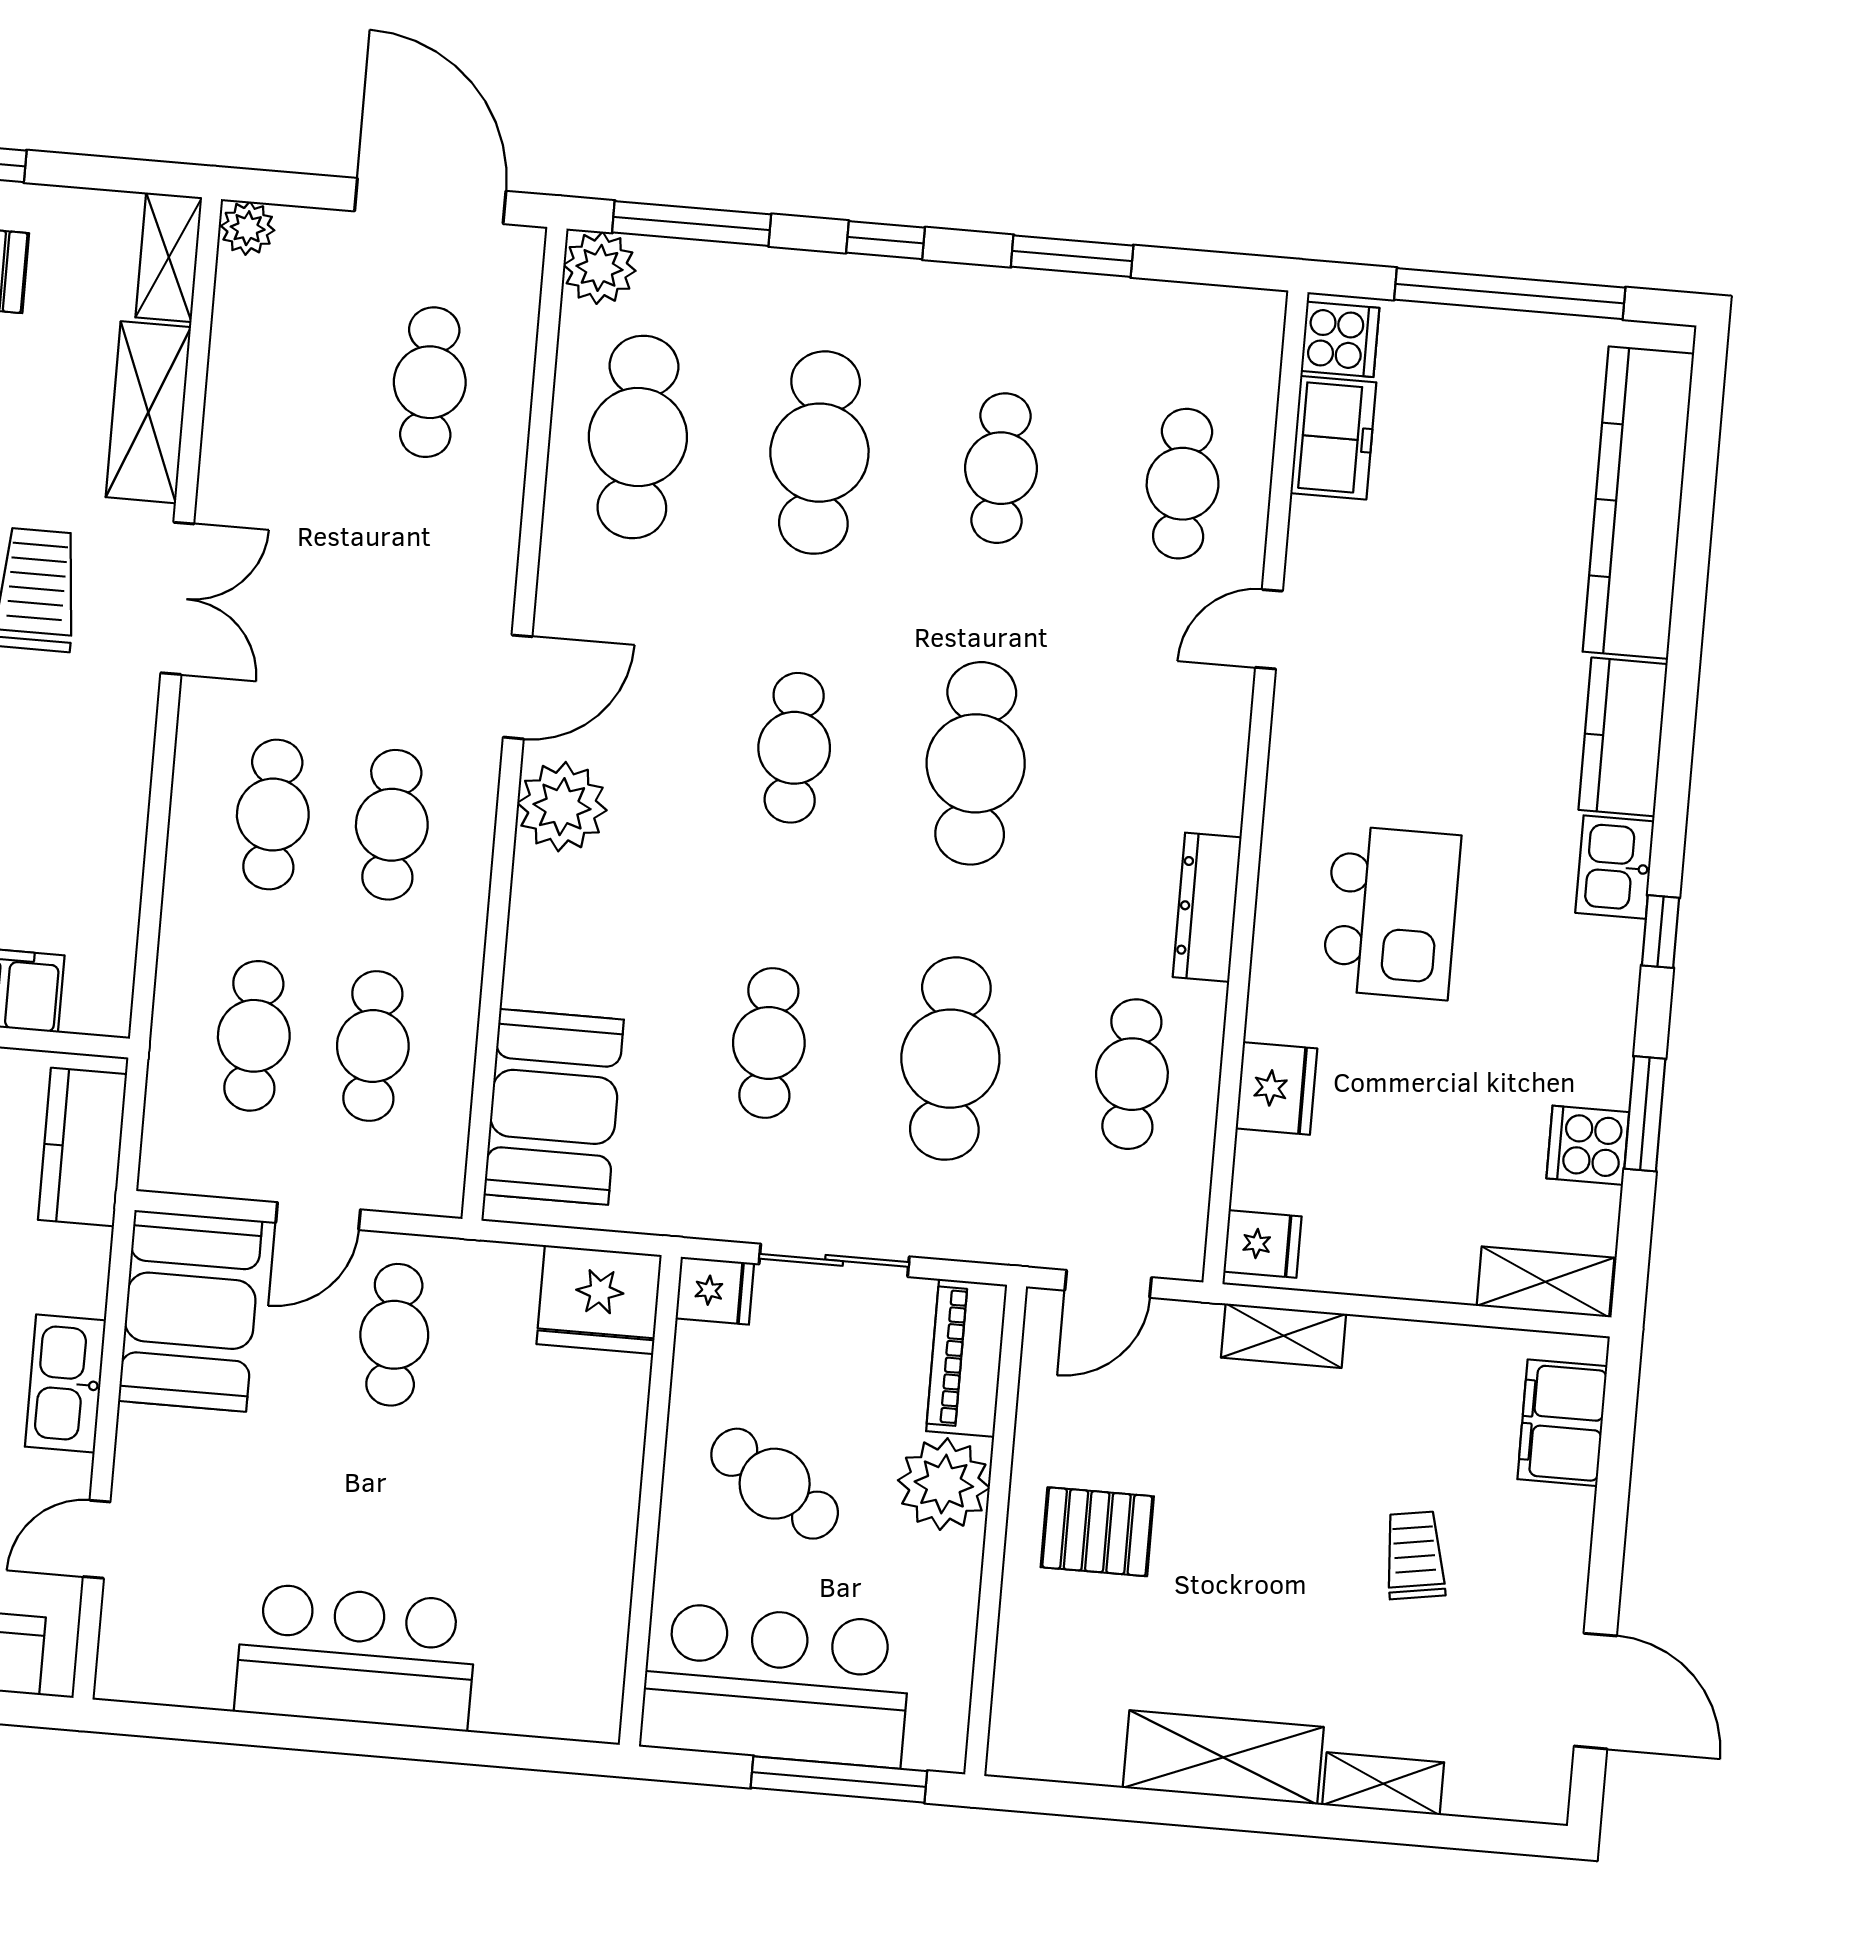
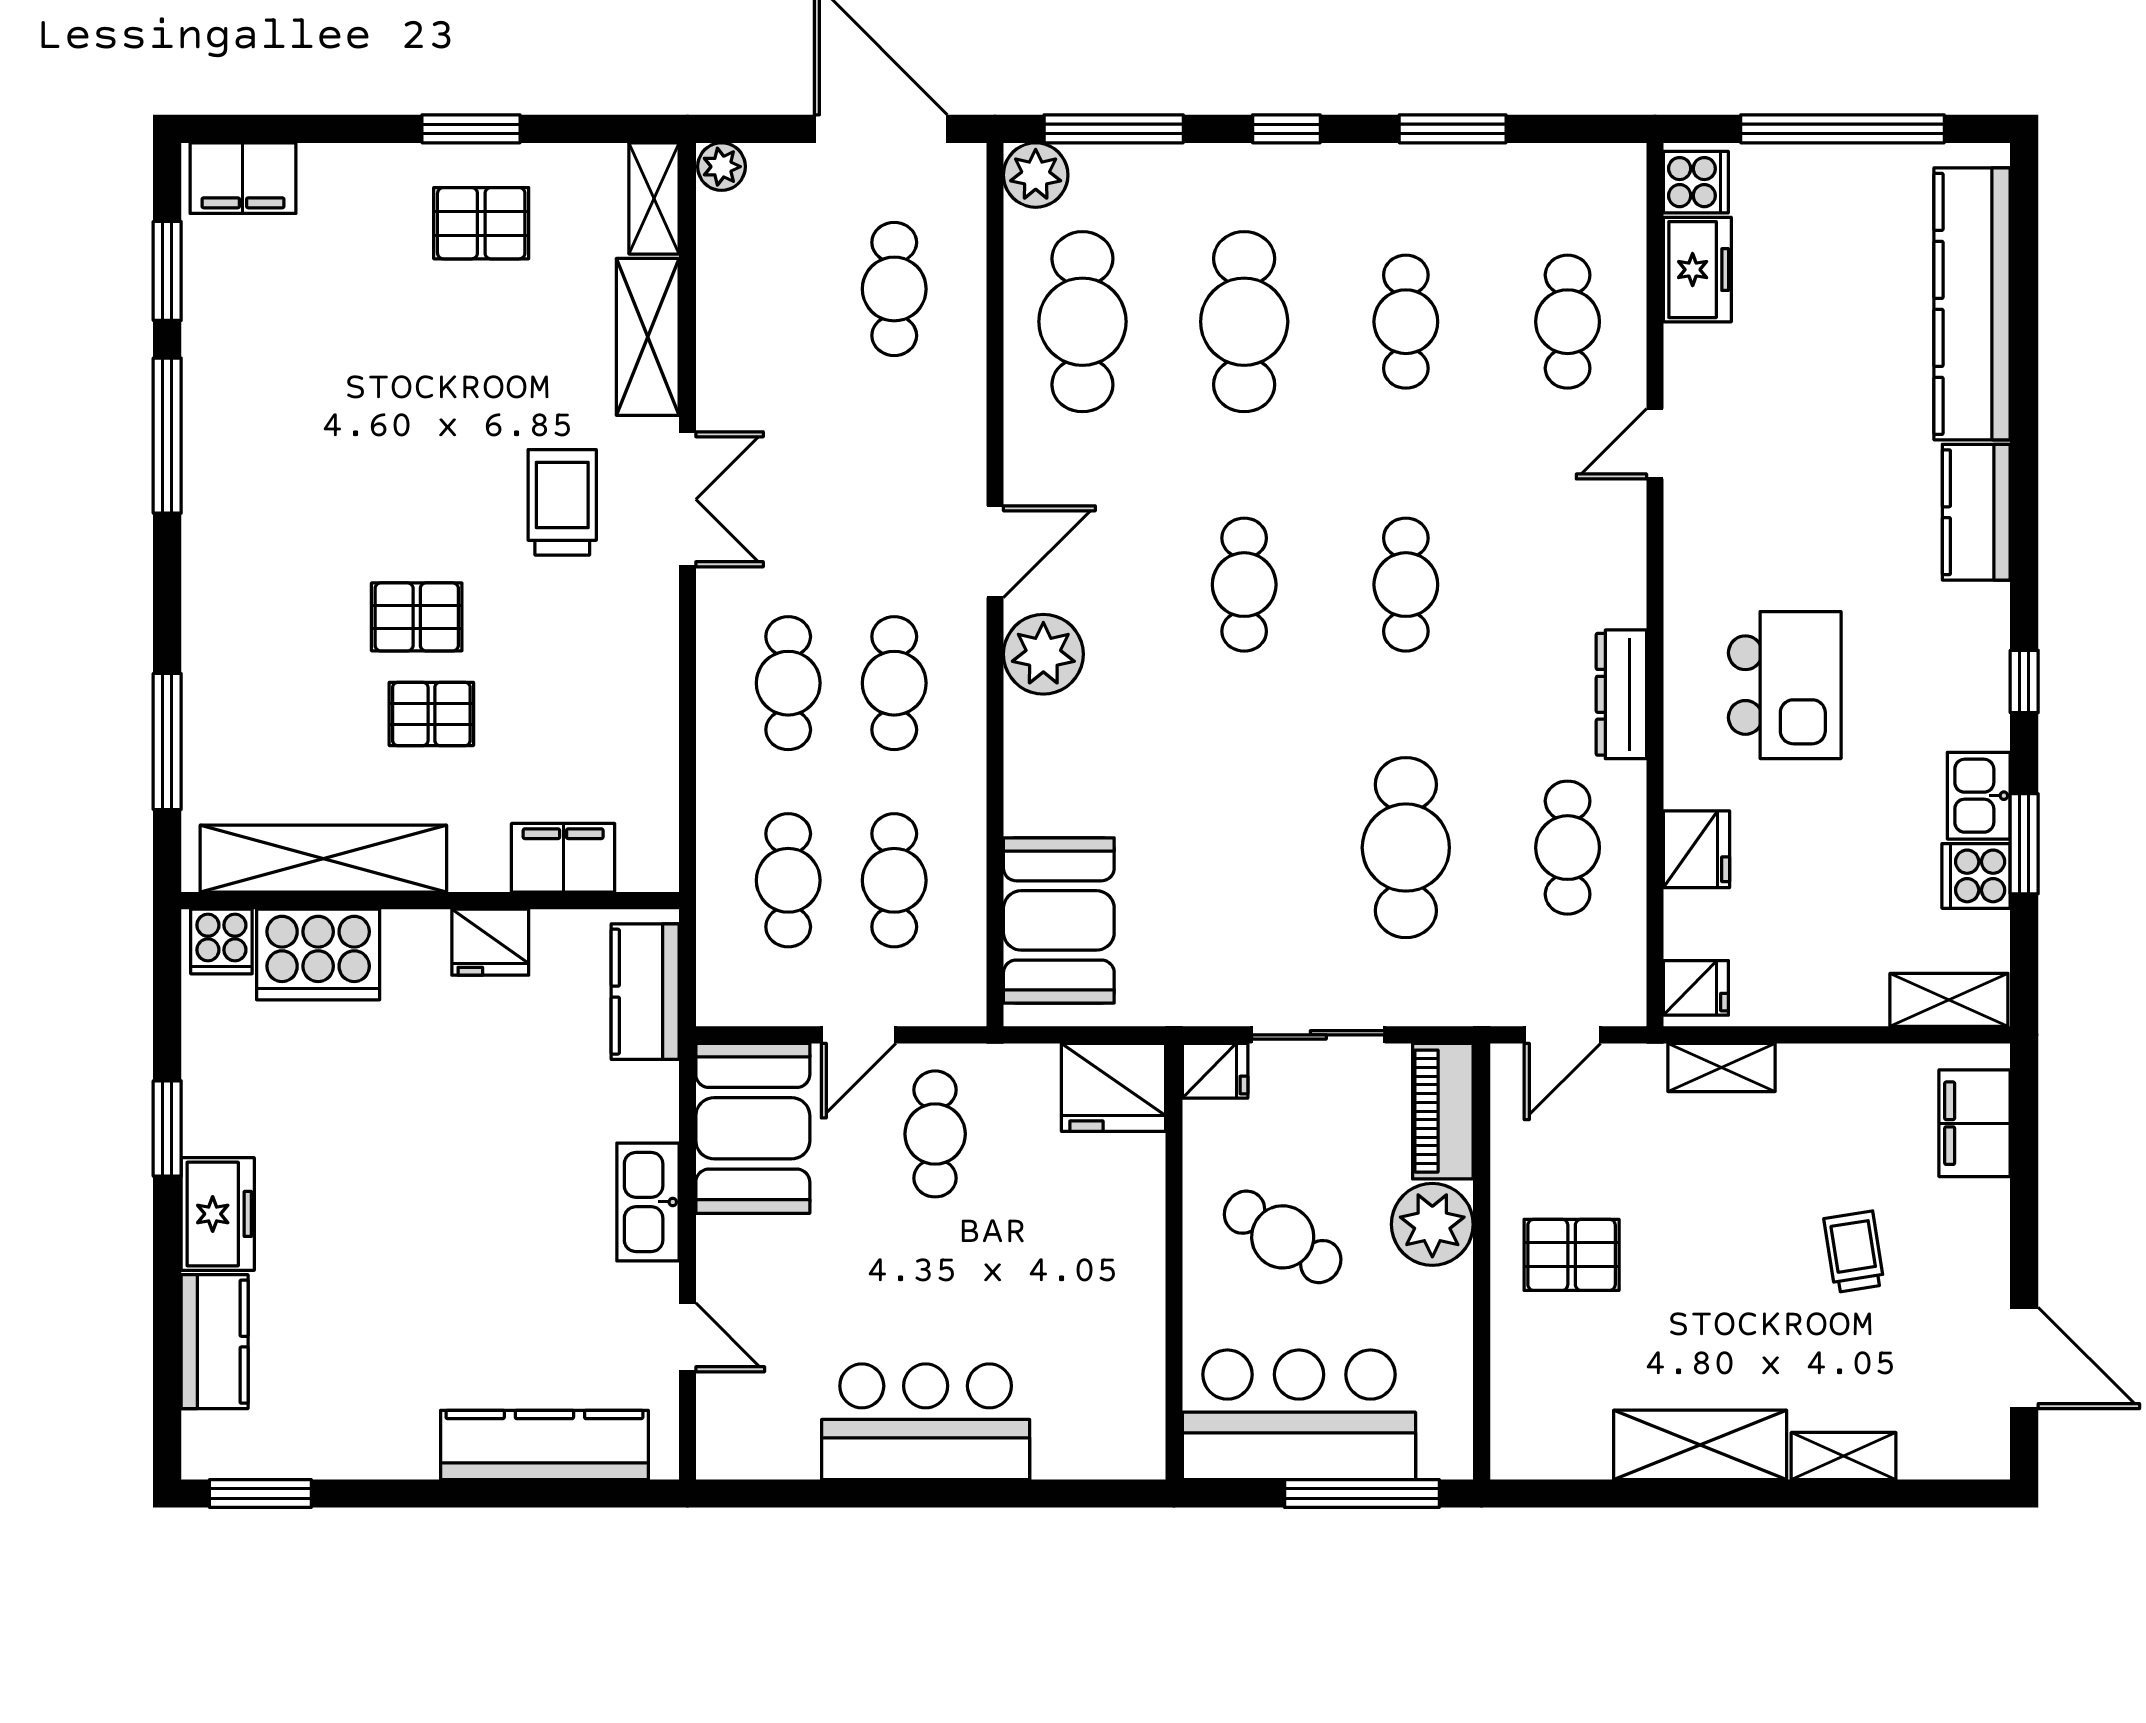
cafe table: (976, 763) -> (1406, 585), width x0.73, depth x0.74
kitchen sink: (1615, 867) -> (1979, 796), moved
cafe table: (769, 1043) -> (1244, 848), removed
door: (97, 1539) -> (687, 1337), swing flipped

